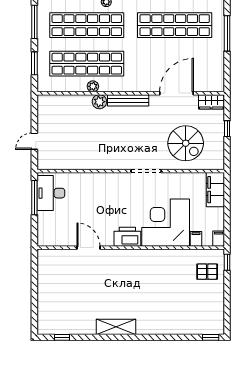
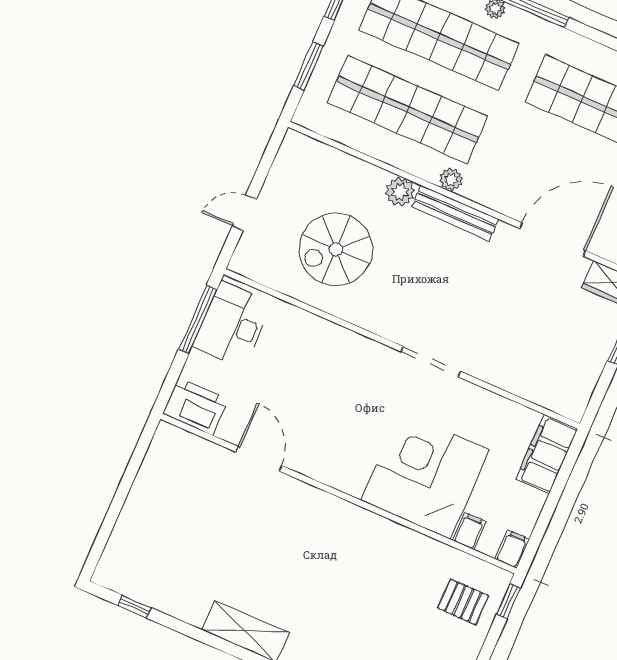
plant: (93, 86) -> (451, 180), moved
spiral stairs: (186, 143) -> (336, 249), moved, turned 90
printer: (127, 237) -> (196, 407), moved

